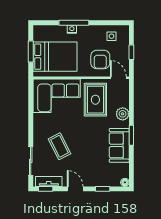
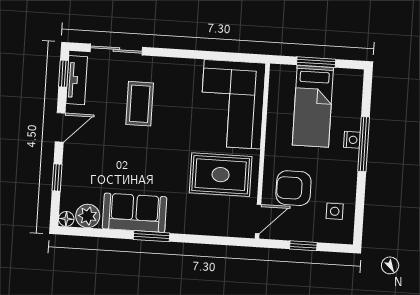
bed: (55, 57) -> (313, 106), width x0.67
plant: (123, 114) -> (88, 216), moved
coffee table: (60, 146) -> (140, 104), turned -63

